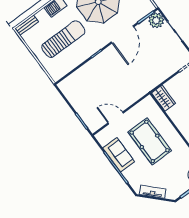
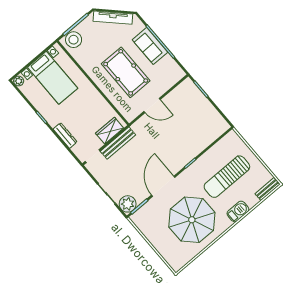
bench: (161, 77) -> (118, 143), added
wardrobe: (164, 98) -> (110, 131), moved, turned 90
door: (116, 118) -> (152, 106), moved
sofa: (119, 155) -> (150, 46), moved
tv unit: (153, 192) -> (113, 18), width x1.41

